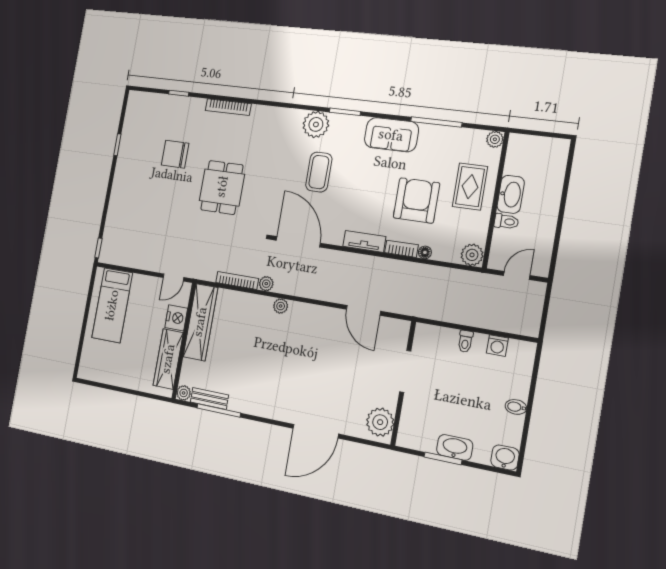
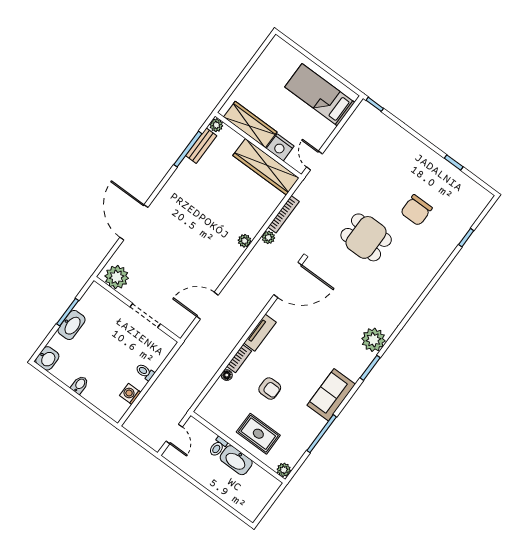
bookcase: (228, 107) -> (430, 275), removed
chair: (175, 154) -> (416, 210), turned 180
coffee table: (319, 172) -> (334, 323), removed
armchair: (416, 200) -> (270, 389), width x0.53, depth x0.53
plant: (472, 255) -> (206, 409), removed

